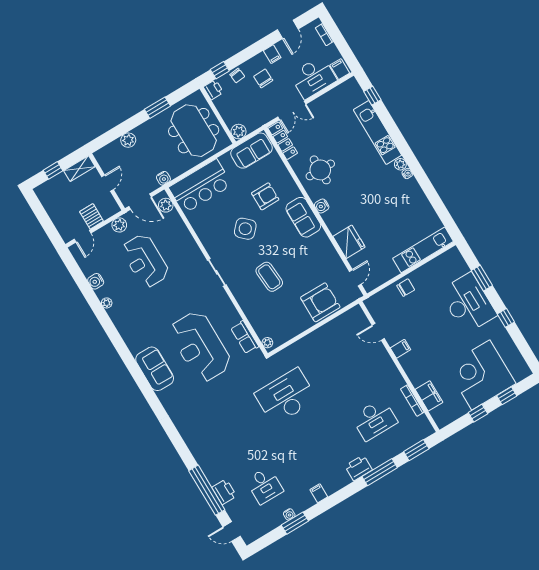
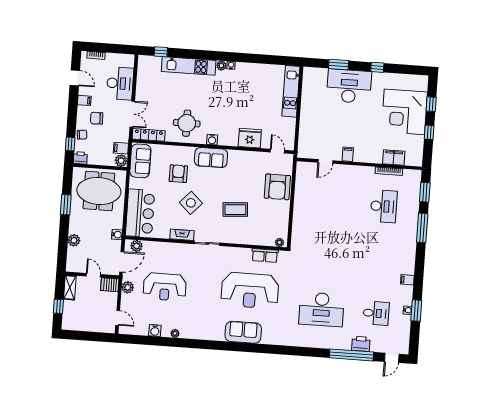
filing cabinet: (340, 69) -> (121, 148), moved
server rack: (92, 216) -> (110, 285), moved
fireplace: (208, 242) -> (182, 235), added
chair: (406, 288) -> (308, 121), removed
armchair: (320, 302) -> (277, 187), turned 180
desk: (286, 397) -> (321, 309), moved, turned -90
printer: (359, 468) -> (409, 240), removed

